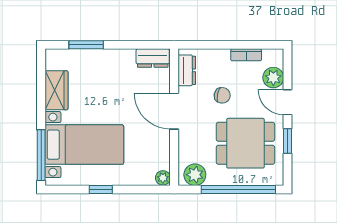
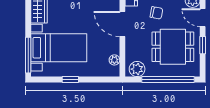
plant: (163, 178) -> (114, 60), moved

